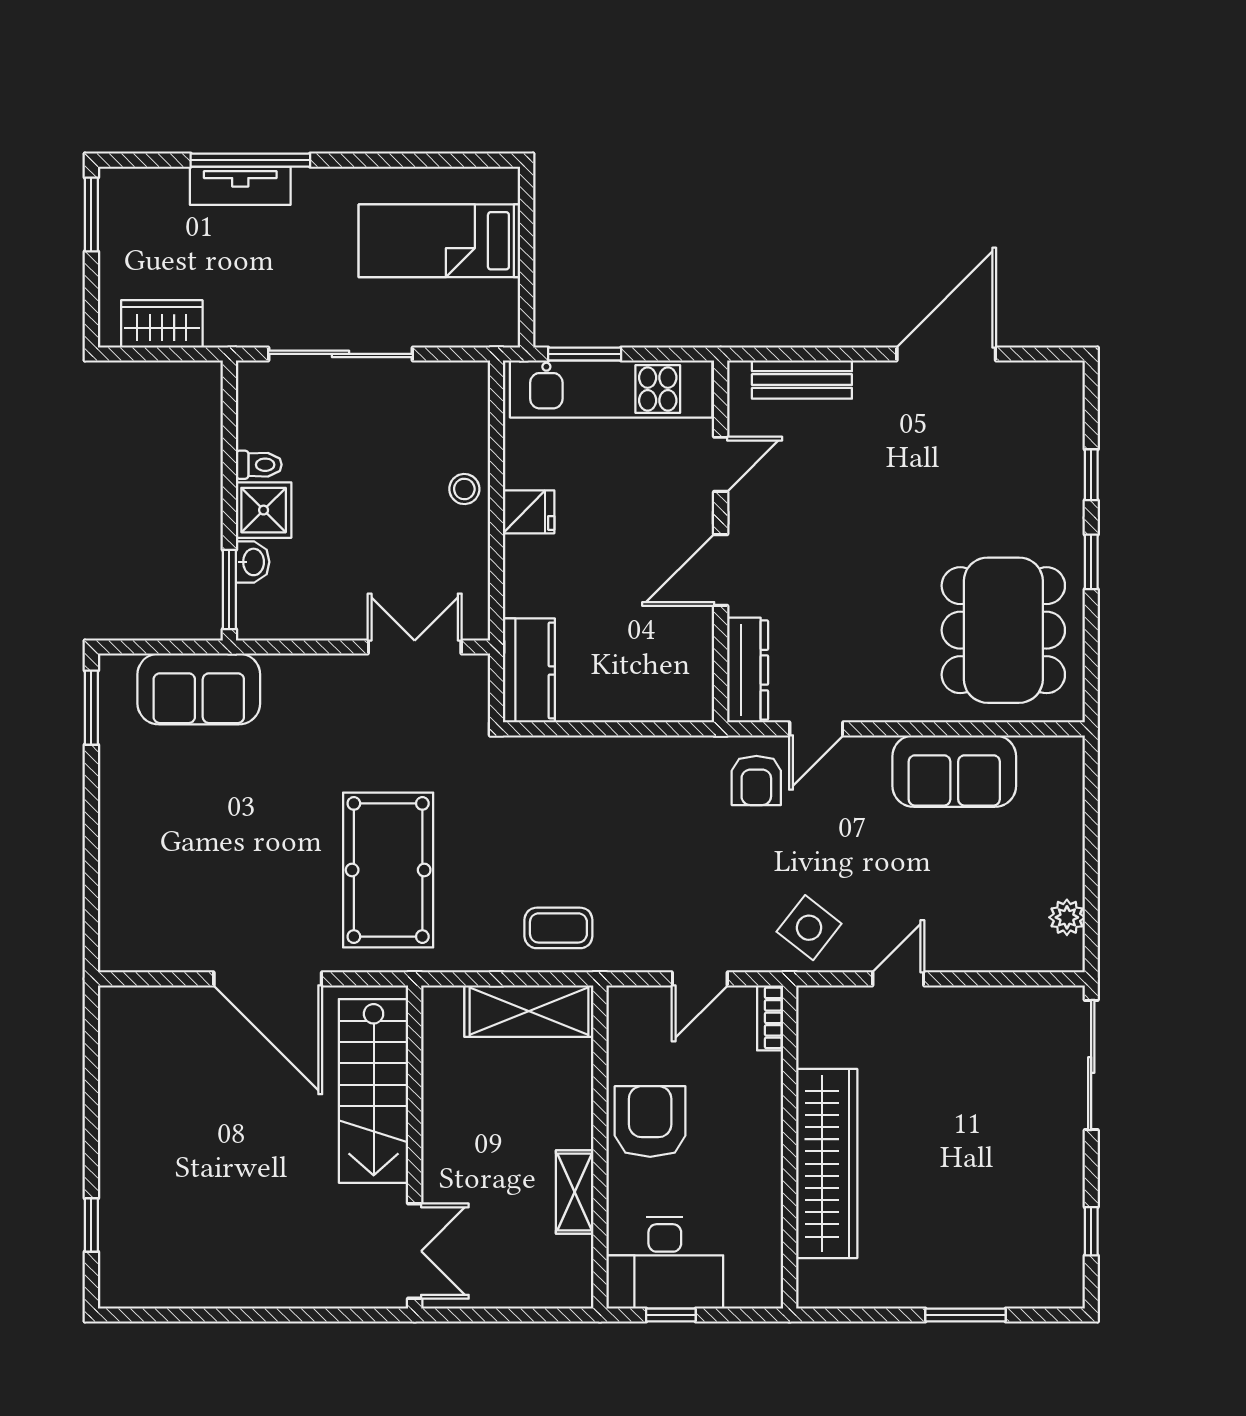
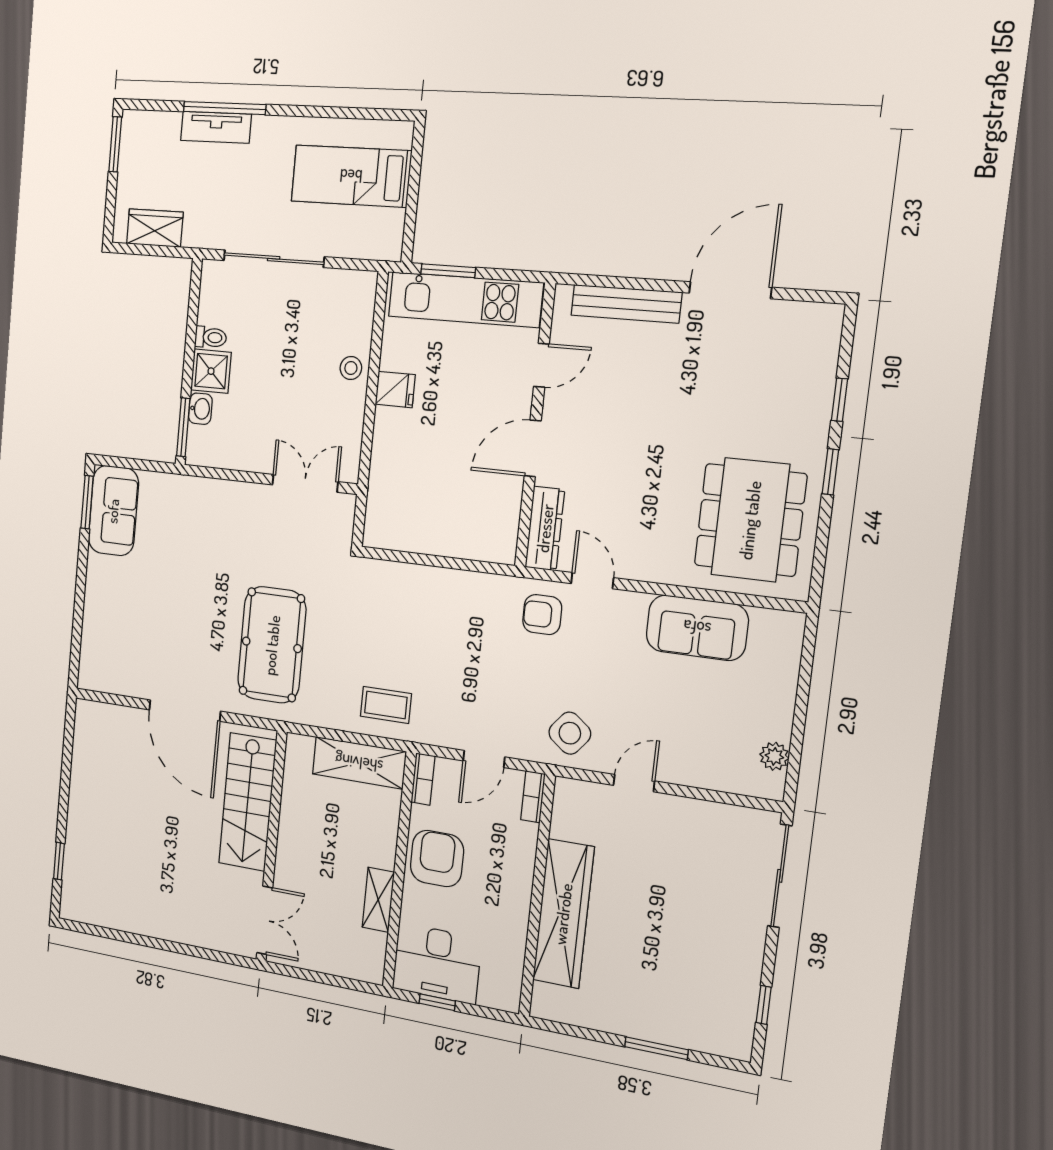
bench: (802, 380) -> (626, 304), width x1.36
kitchen counter: (529, 670) -> (384, 510), removed
sofa: (199, 689) -> (113, 511), moved, turned -90
door: (816, 729) -> (592, 581), swing flipped
armchair: (756, 780) -> (542, 615), turned 90
bookcase: (620, 1019) -> (423, 779), added

